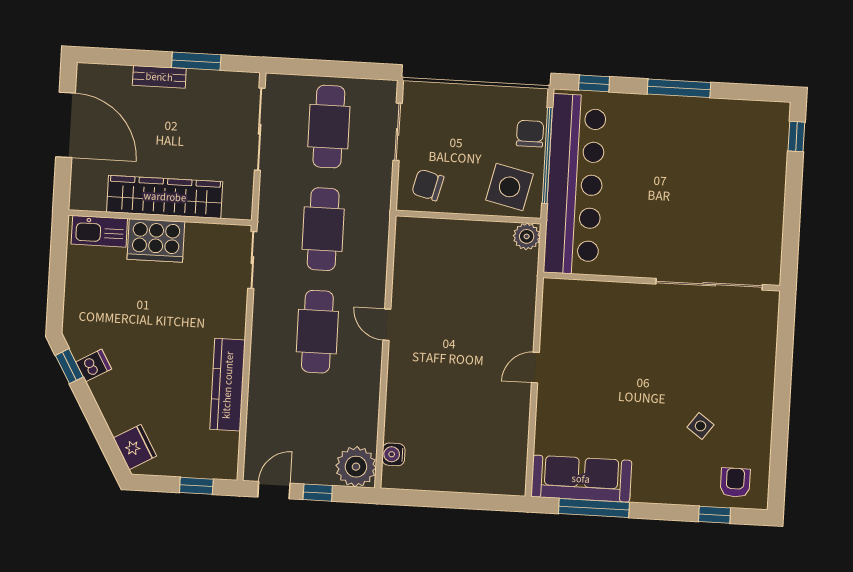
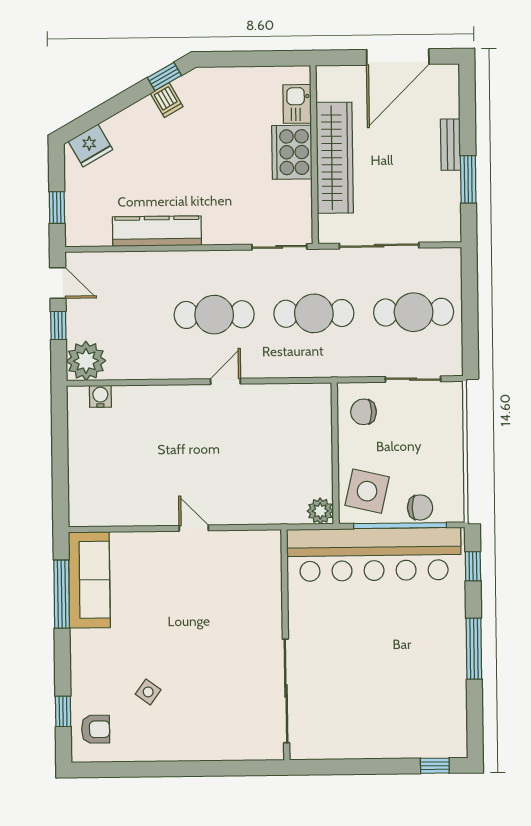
sliding door: (260, 129) -> (379, 246), moved
chair: (428, 185) -> (364, 412), turned -104
kitchen sink: (99, 231) -> (297, 104), width x0.73

